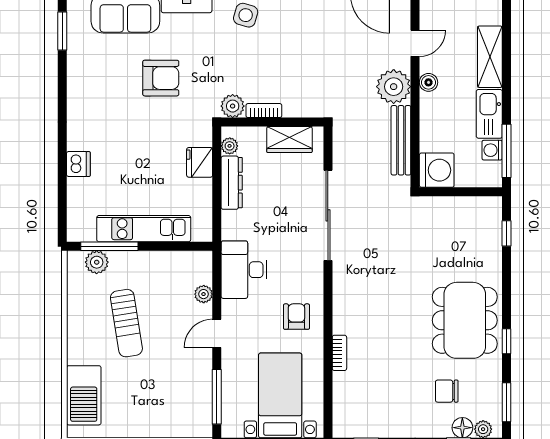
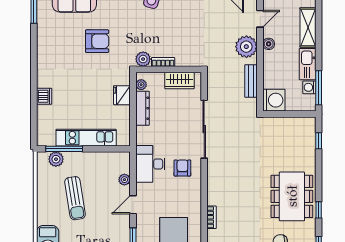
bench: (401, 140) -> (251, 81), width x0.73
armchair: (296, 317) -> (182, 168), moved

